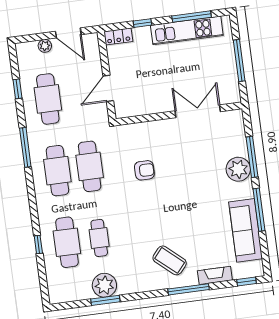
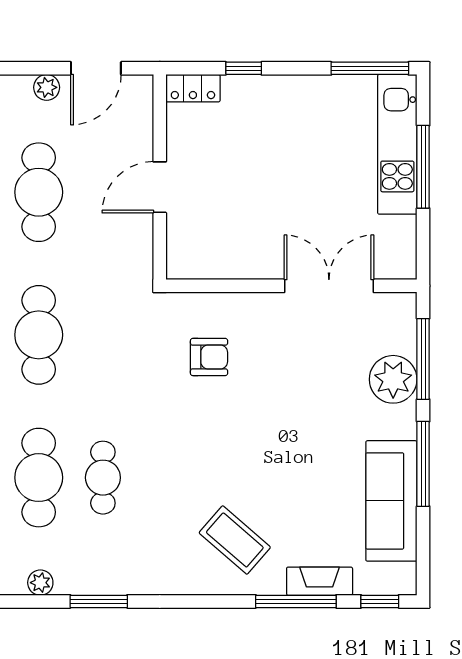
window: (192, 17) -> (370, 68), moved
kitchen unit: (187, 30) -> (397, 144), moved, turned 90
door: (68, 33) -> (96, 68), hinge flipped
double door: (198, 111) -> (329, 286), moved
wall: (179, 114) -> (291, 286), moved
cafe table: (90, 166) -> (103, 335), removed
plant: (104, 285) -> (40, 583), moved, width x0.53, depth x0.53
window: (188, 289) -> (296, 601), moved

